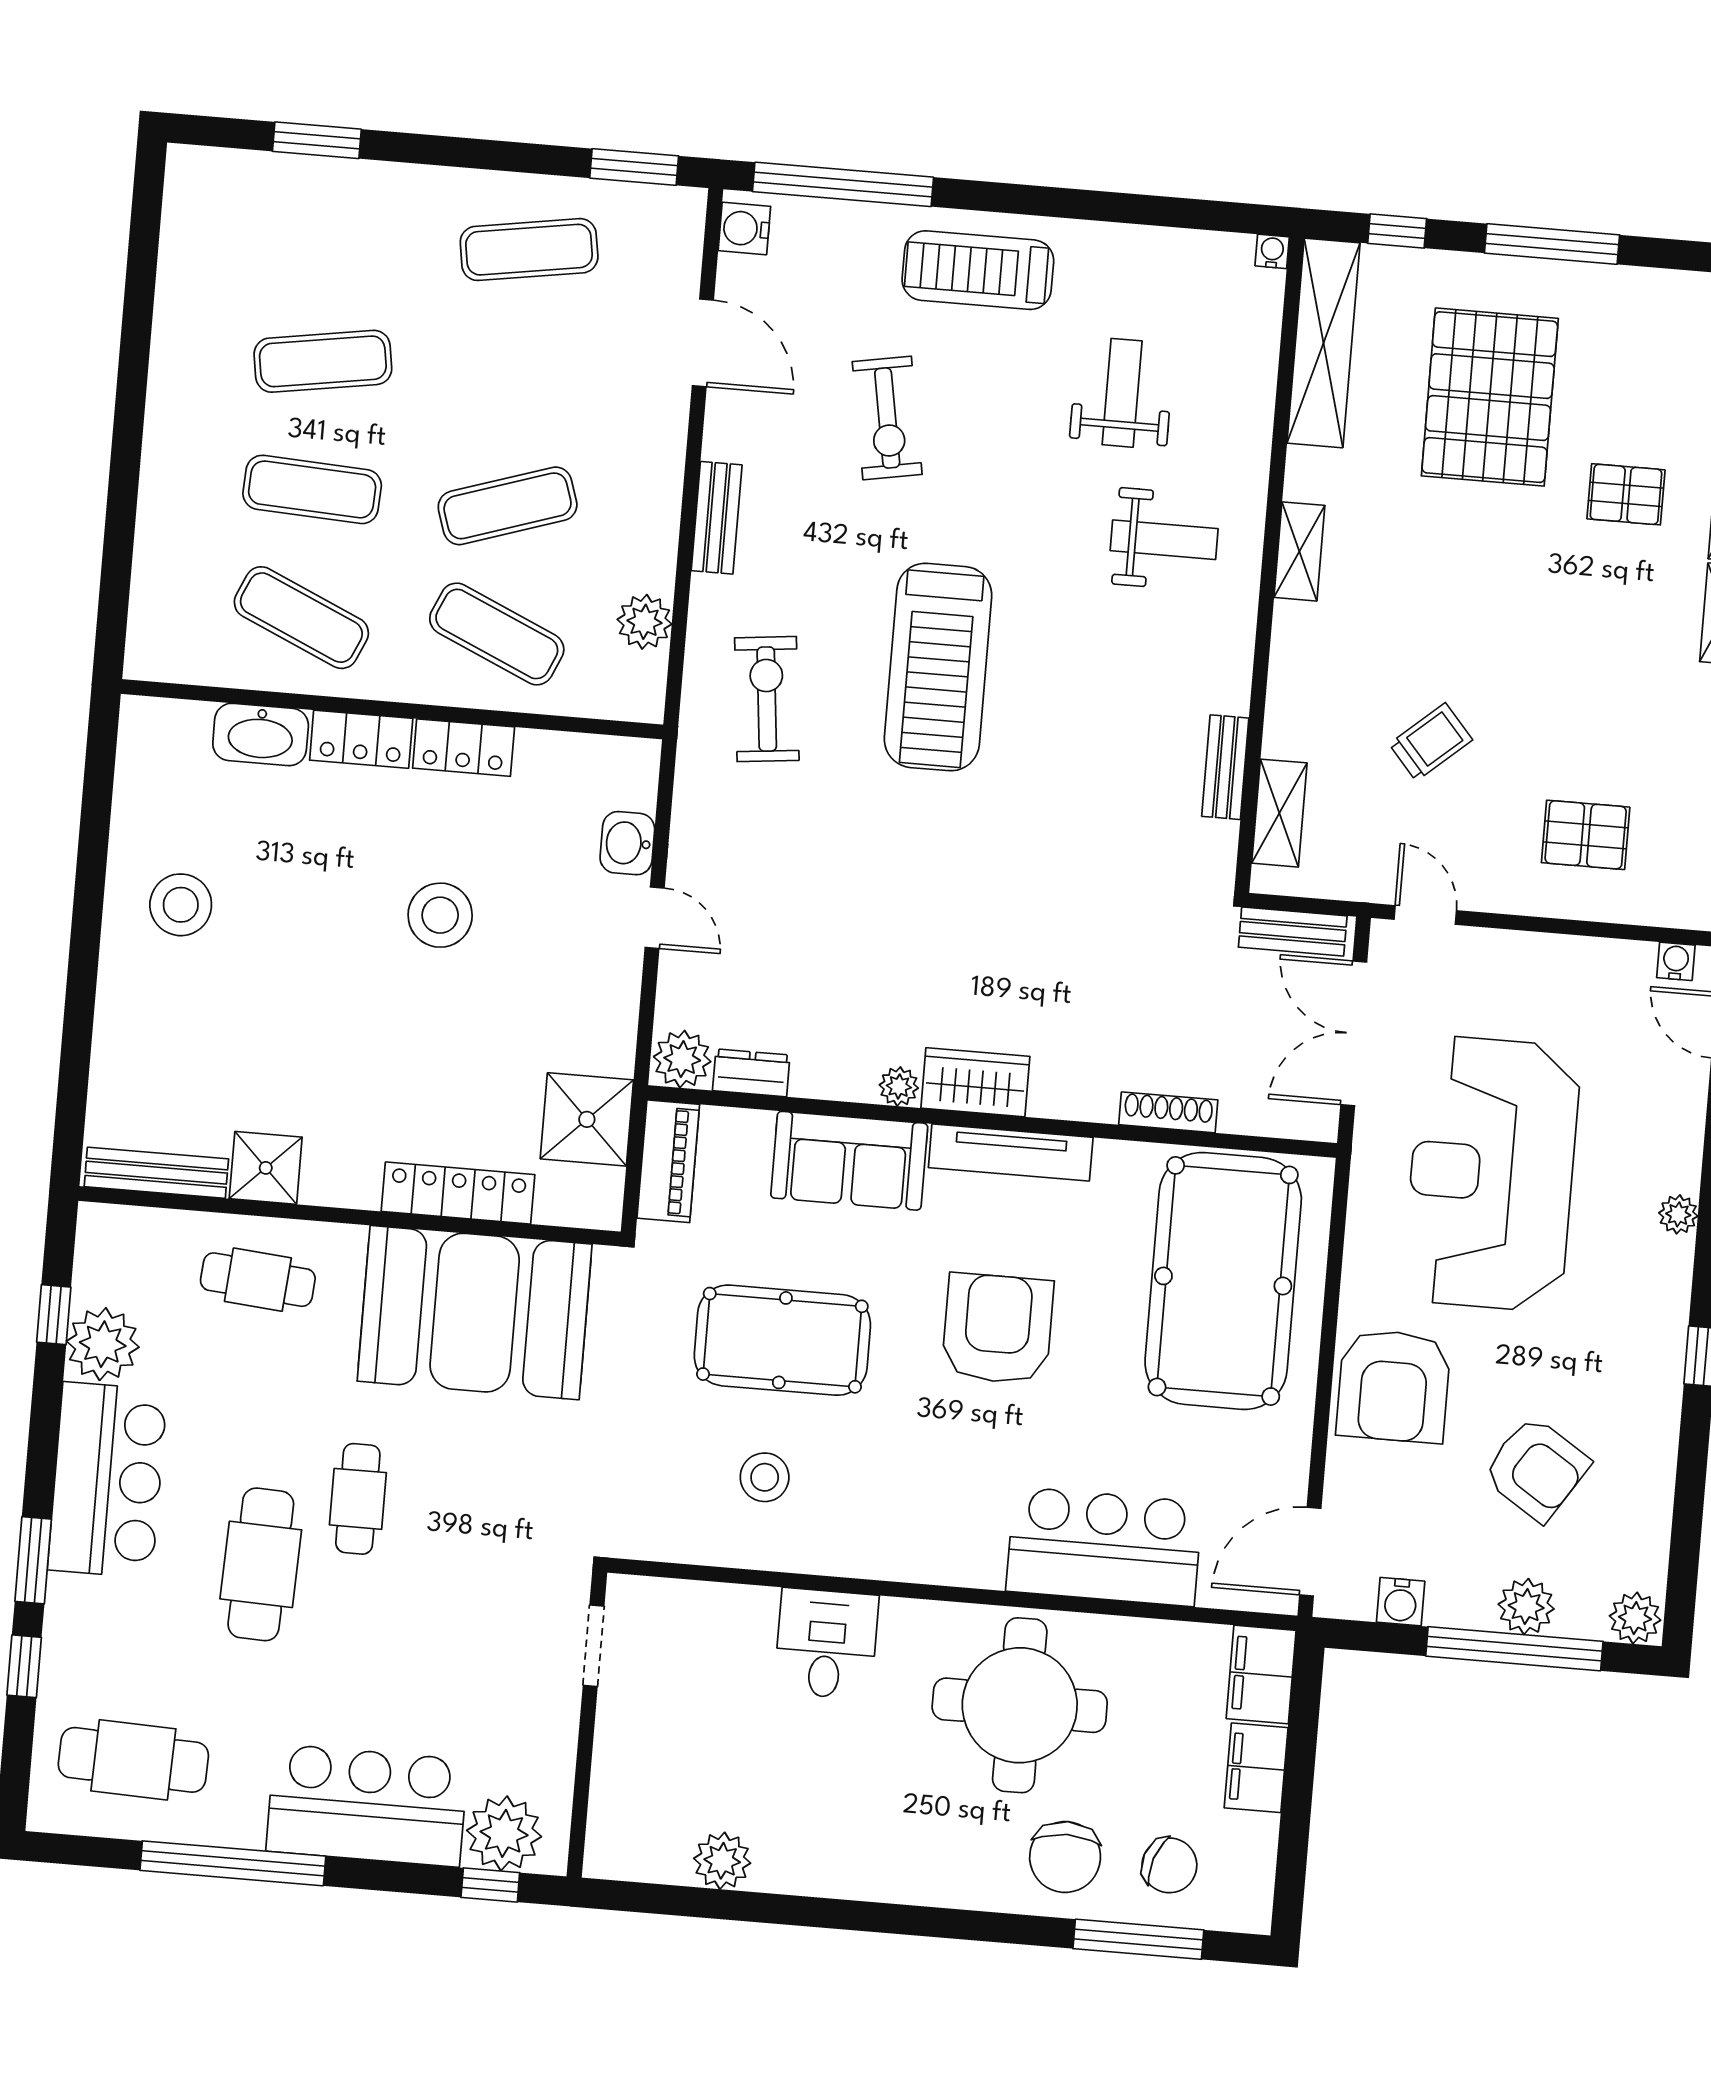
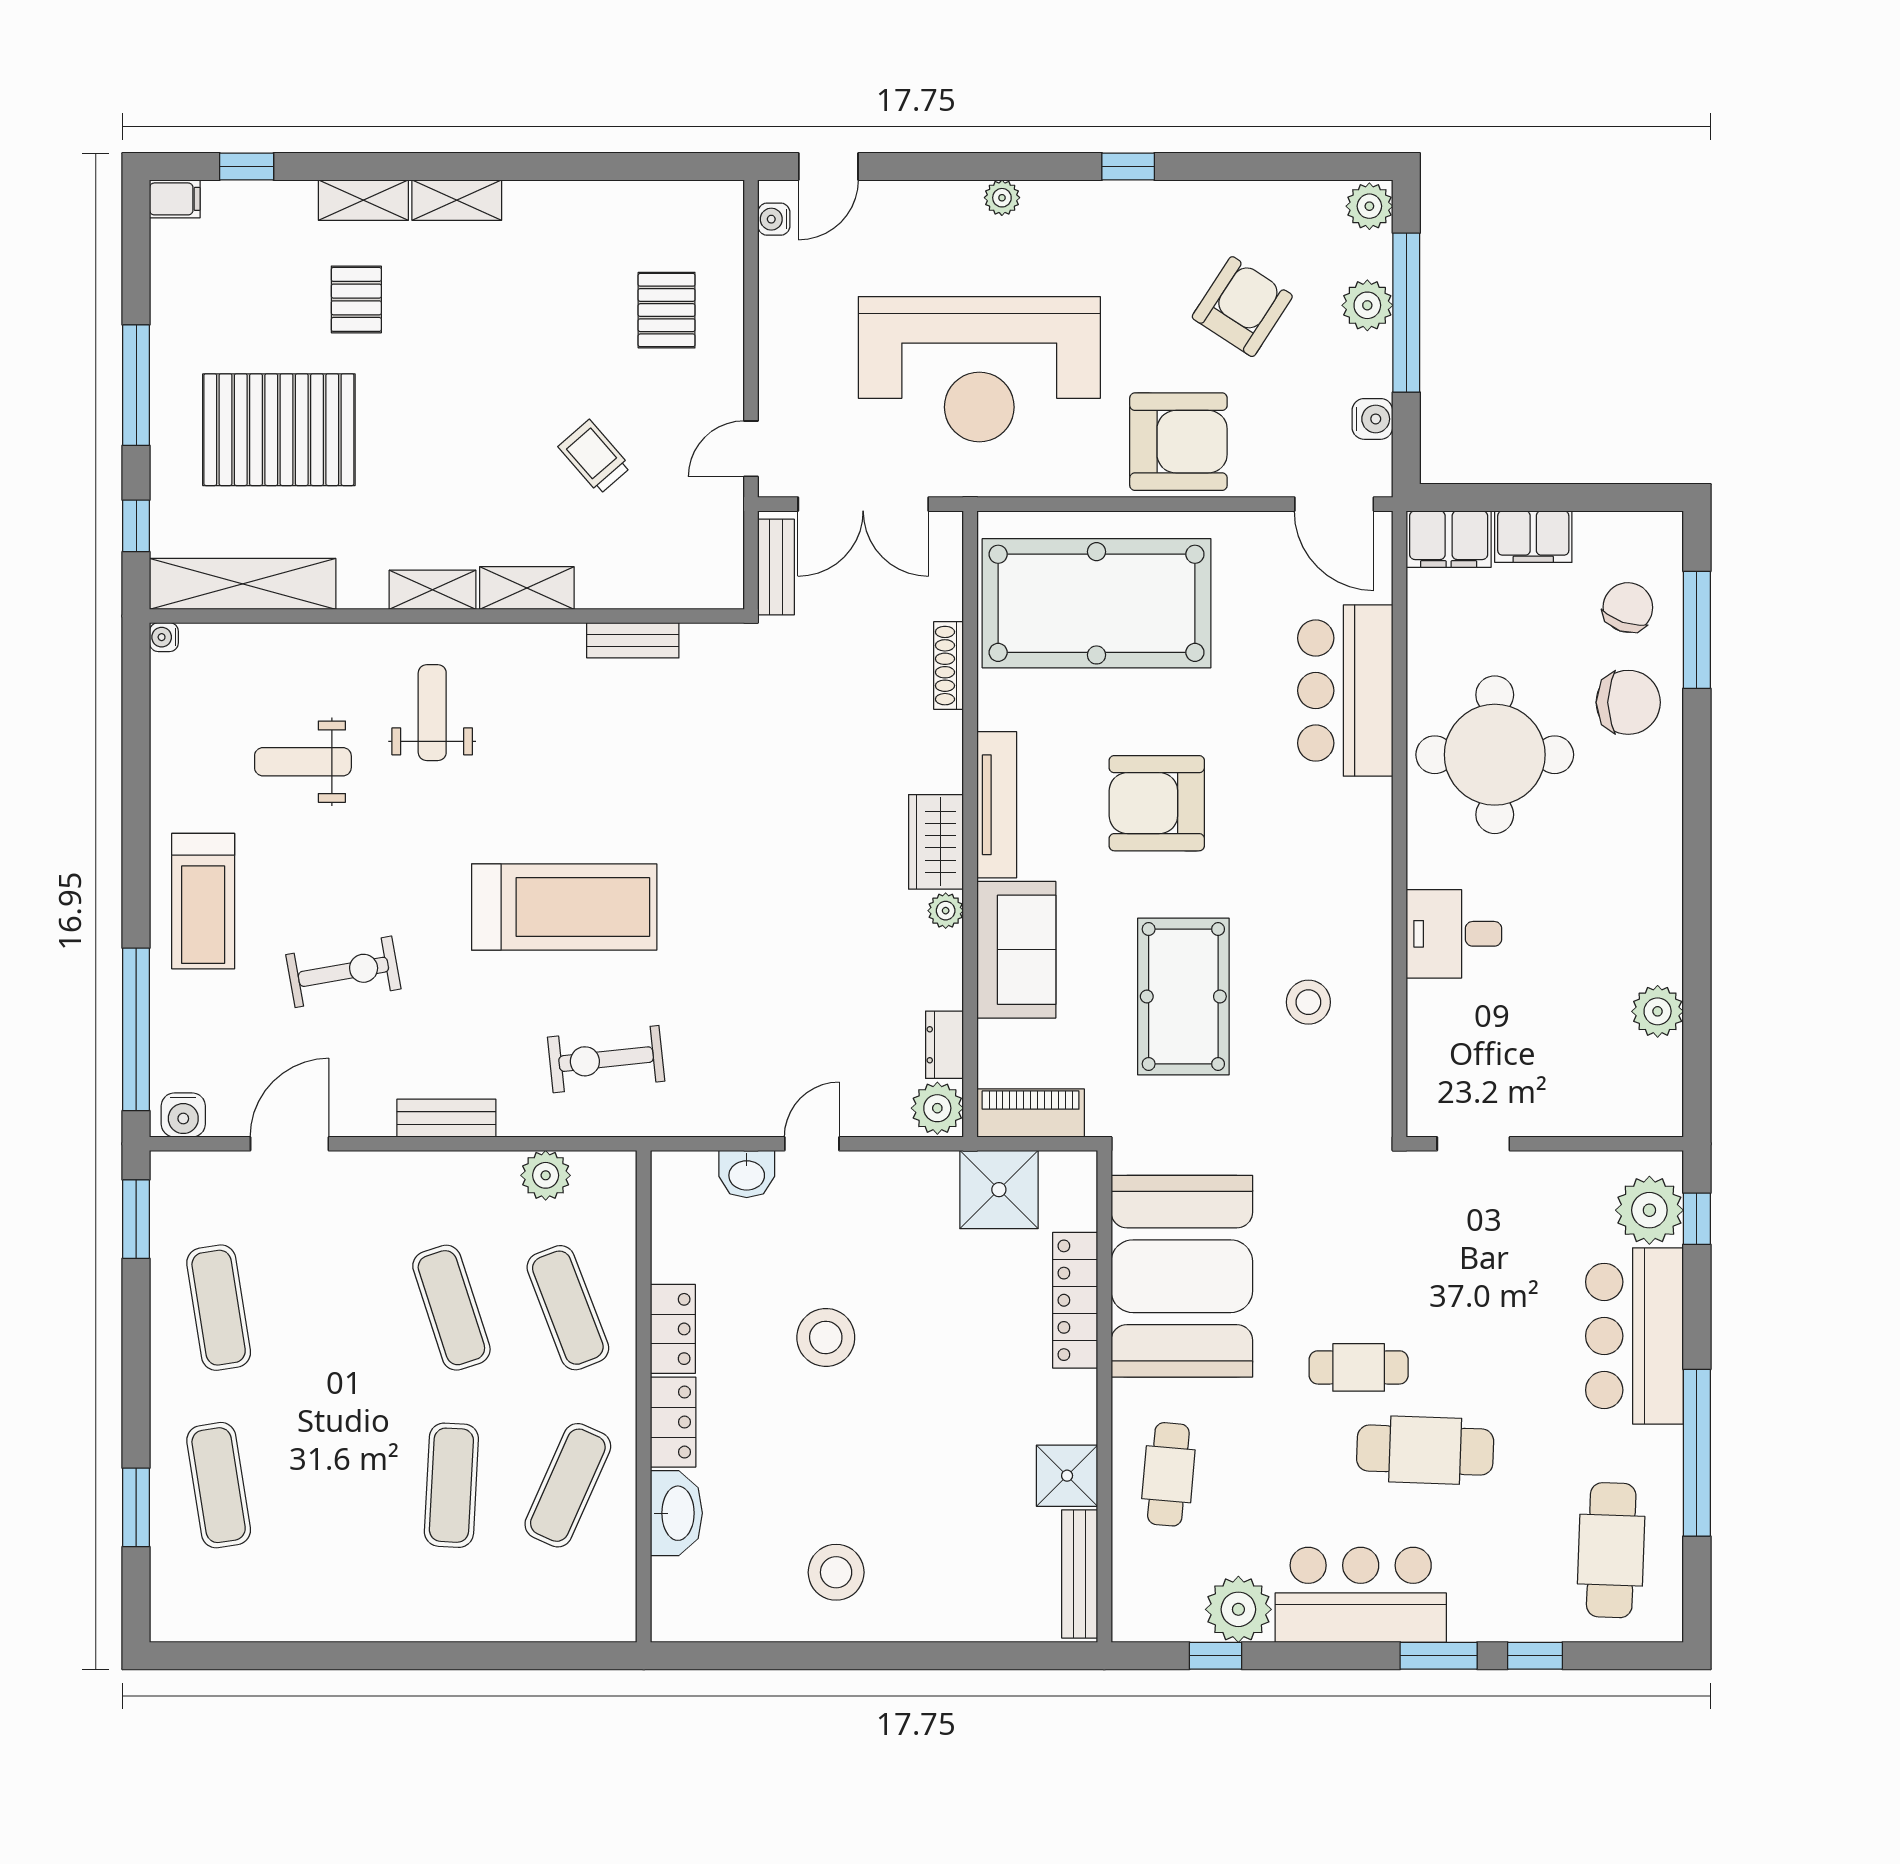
exercise mat: (323, 361) -> (219, 1485), moved
exercise mat: (497, 634) -> (568, 1308), turned -45
shelving: (1279, 813) -> (527, 588), moved

